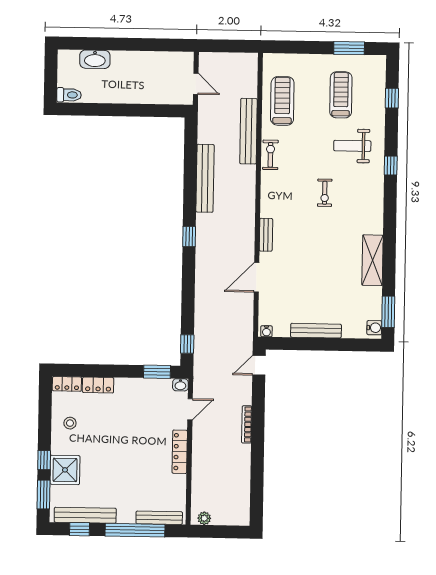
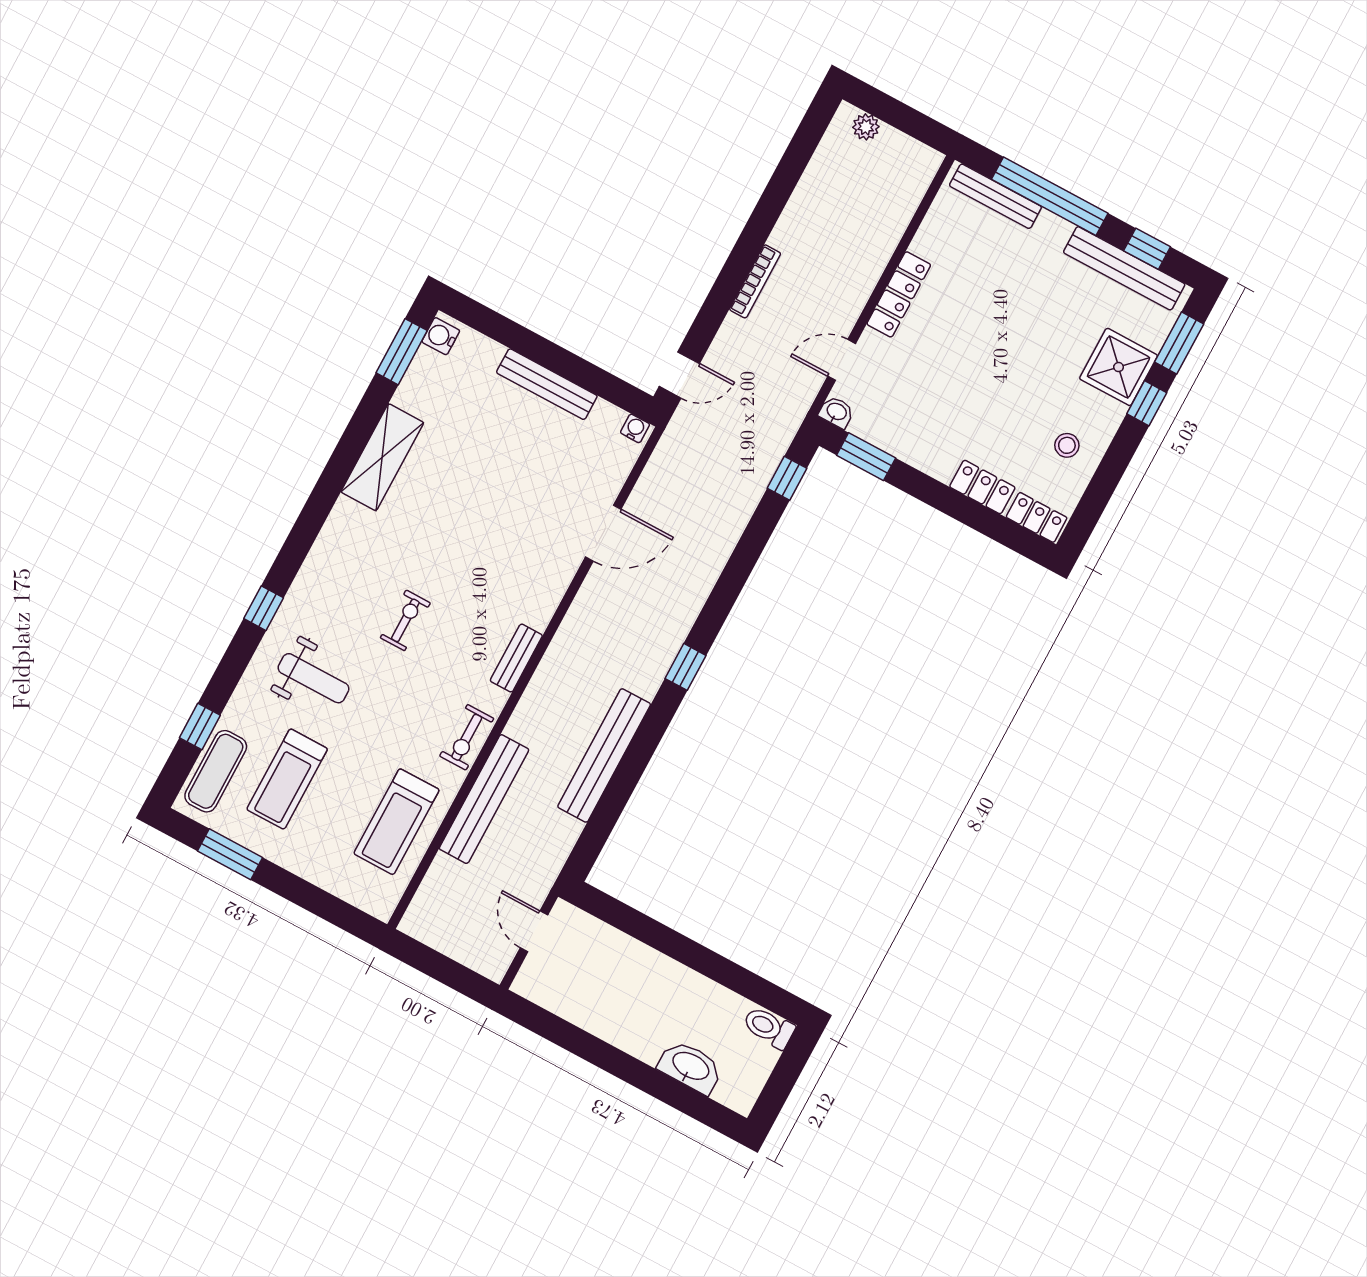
exercise mat: (375, 82) -> (216, 771), added
bench: (266, 235) -> (516, 658), moved
plant: (204, 518) -> (866, 127), moved

